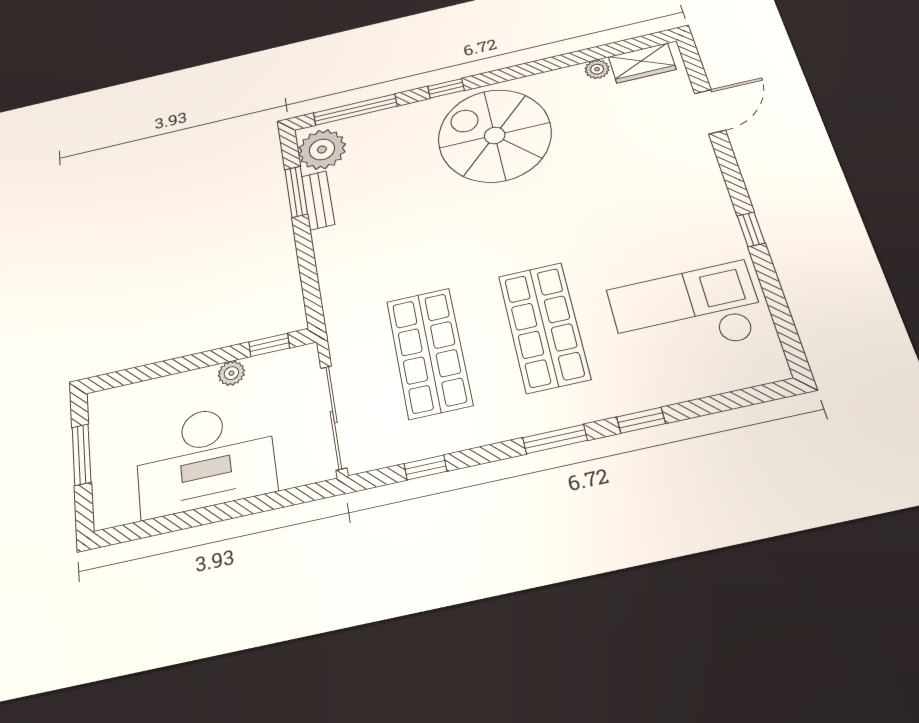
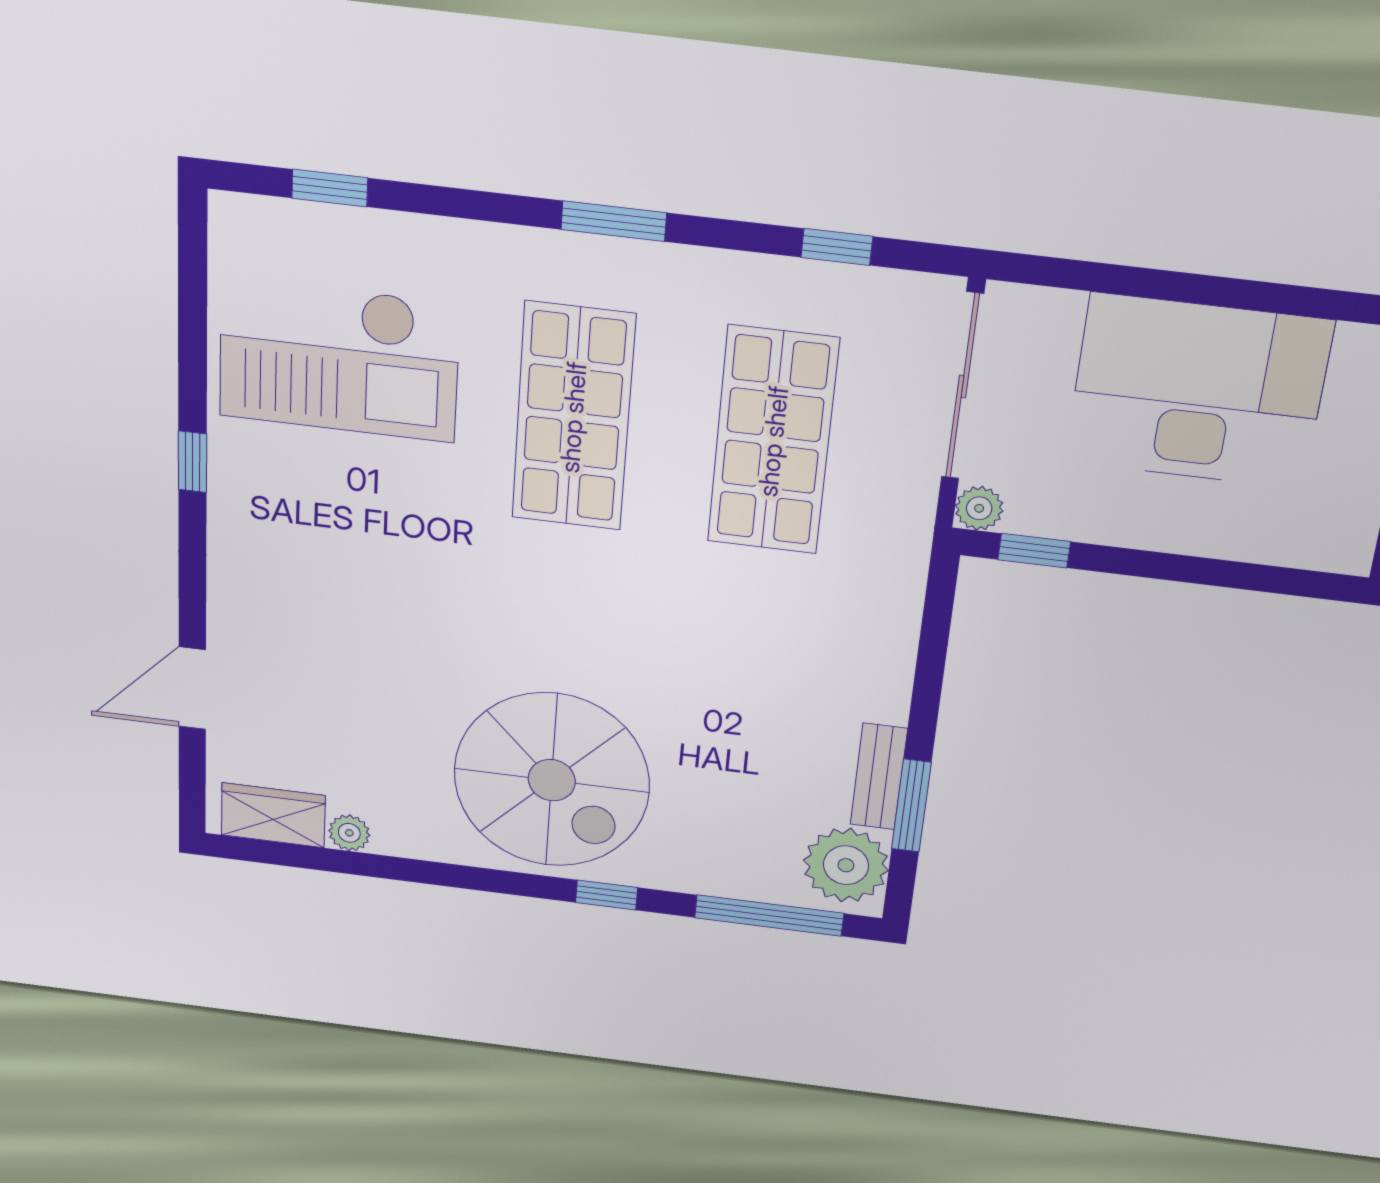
plant: (231, 373) -> (979, 508), moved
window: (641, 420) -> (330, 188), moved

